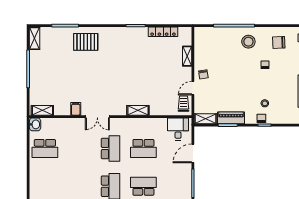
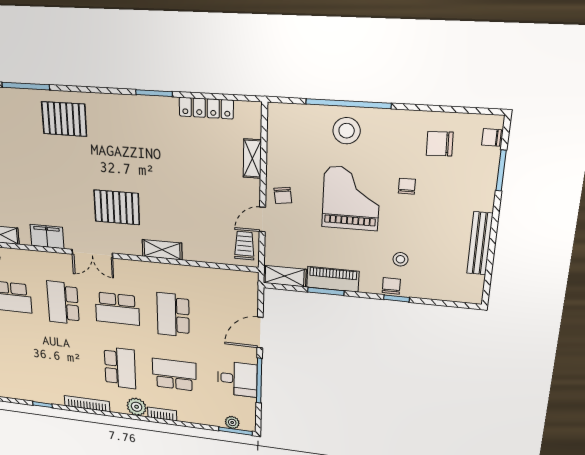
stool: (248, 42) -> (347, 131), moved
grand piano: (238, 73) -> (351, 198), added
pallet: (113, 88) -> (117, 207), added
filing cabinet: (76, 109) -> (47, 236), width x2.00
desk: (178, 129) -> (237, 379), moved, turned 90
school desk: (78, 149) -> (63, 303), added
school desk: (111, 149) -> (117, 309), turned 90
school desk: (143, 149) -> (173, 315), turned 90

